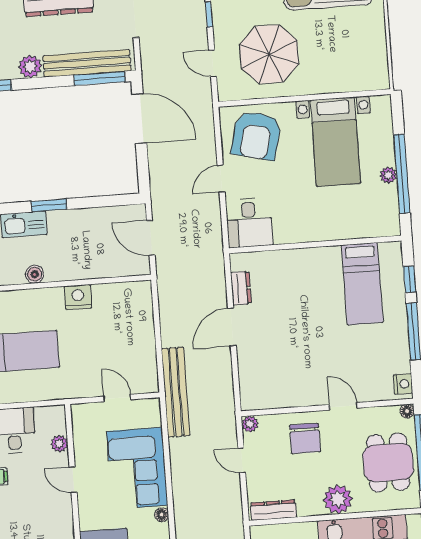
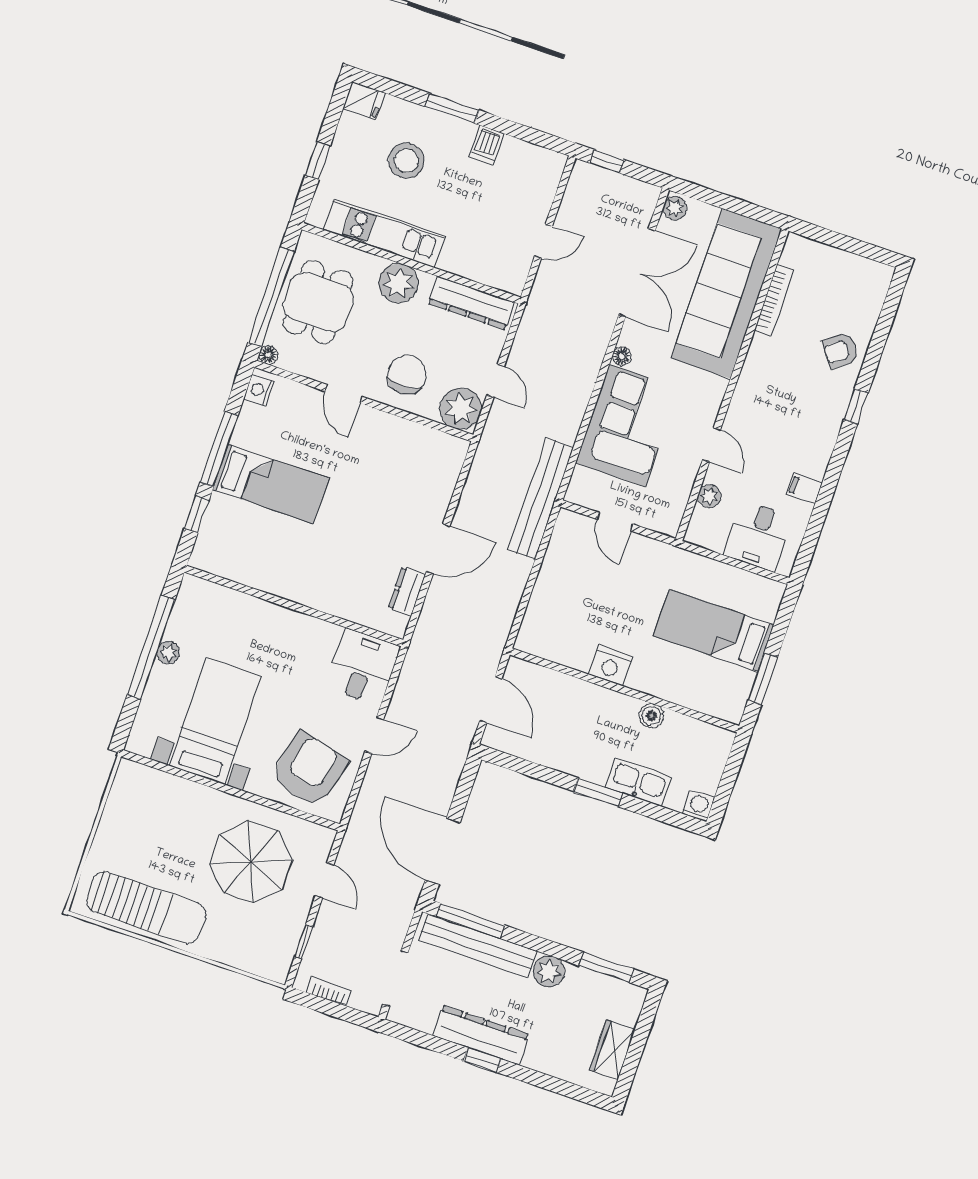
bed: (362, 284) -> (271, 484), moved, turned 90
plant: (250, 424) -> (461, 409), width x1.88, depth x1.88
dresser: (273, 510) -> (471, 303), width x1.37, depth x1.24

